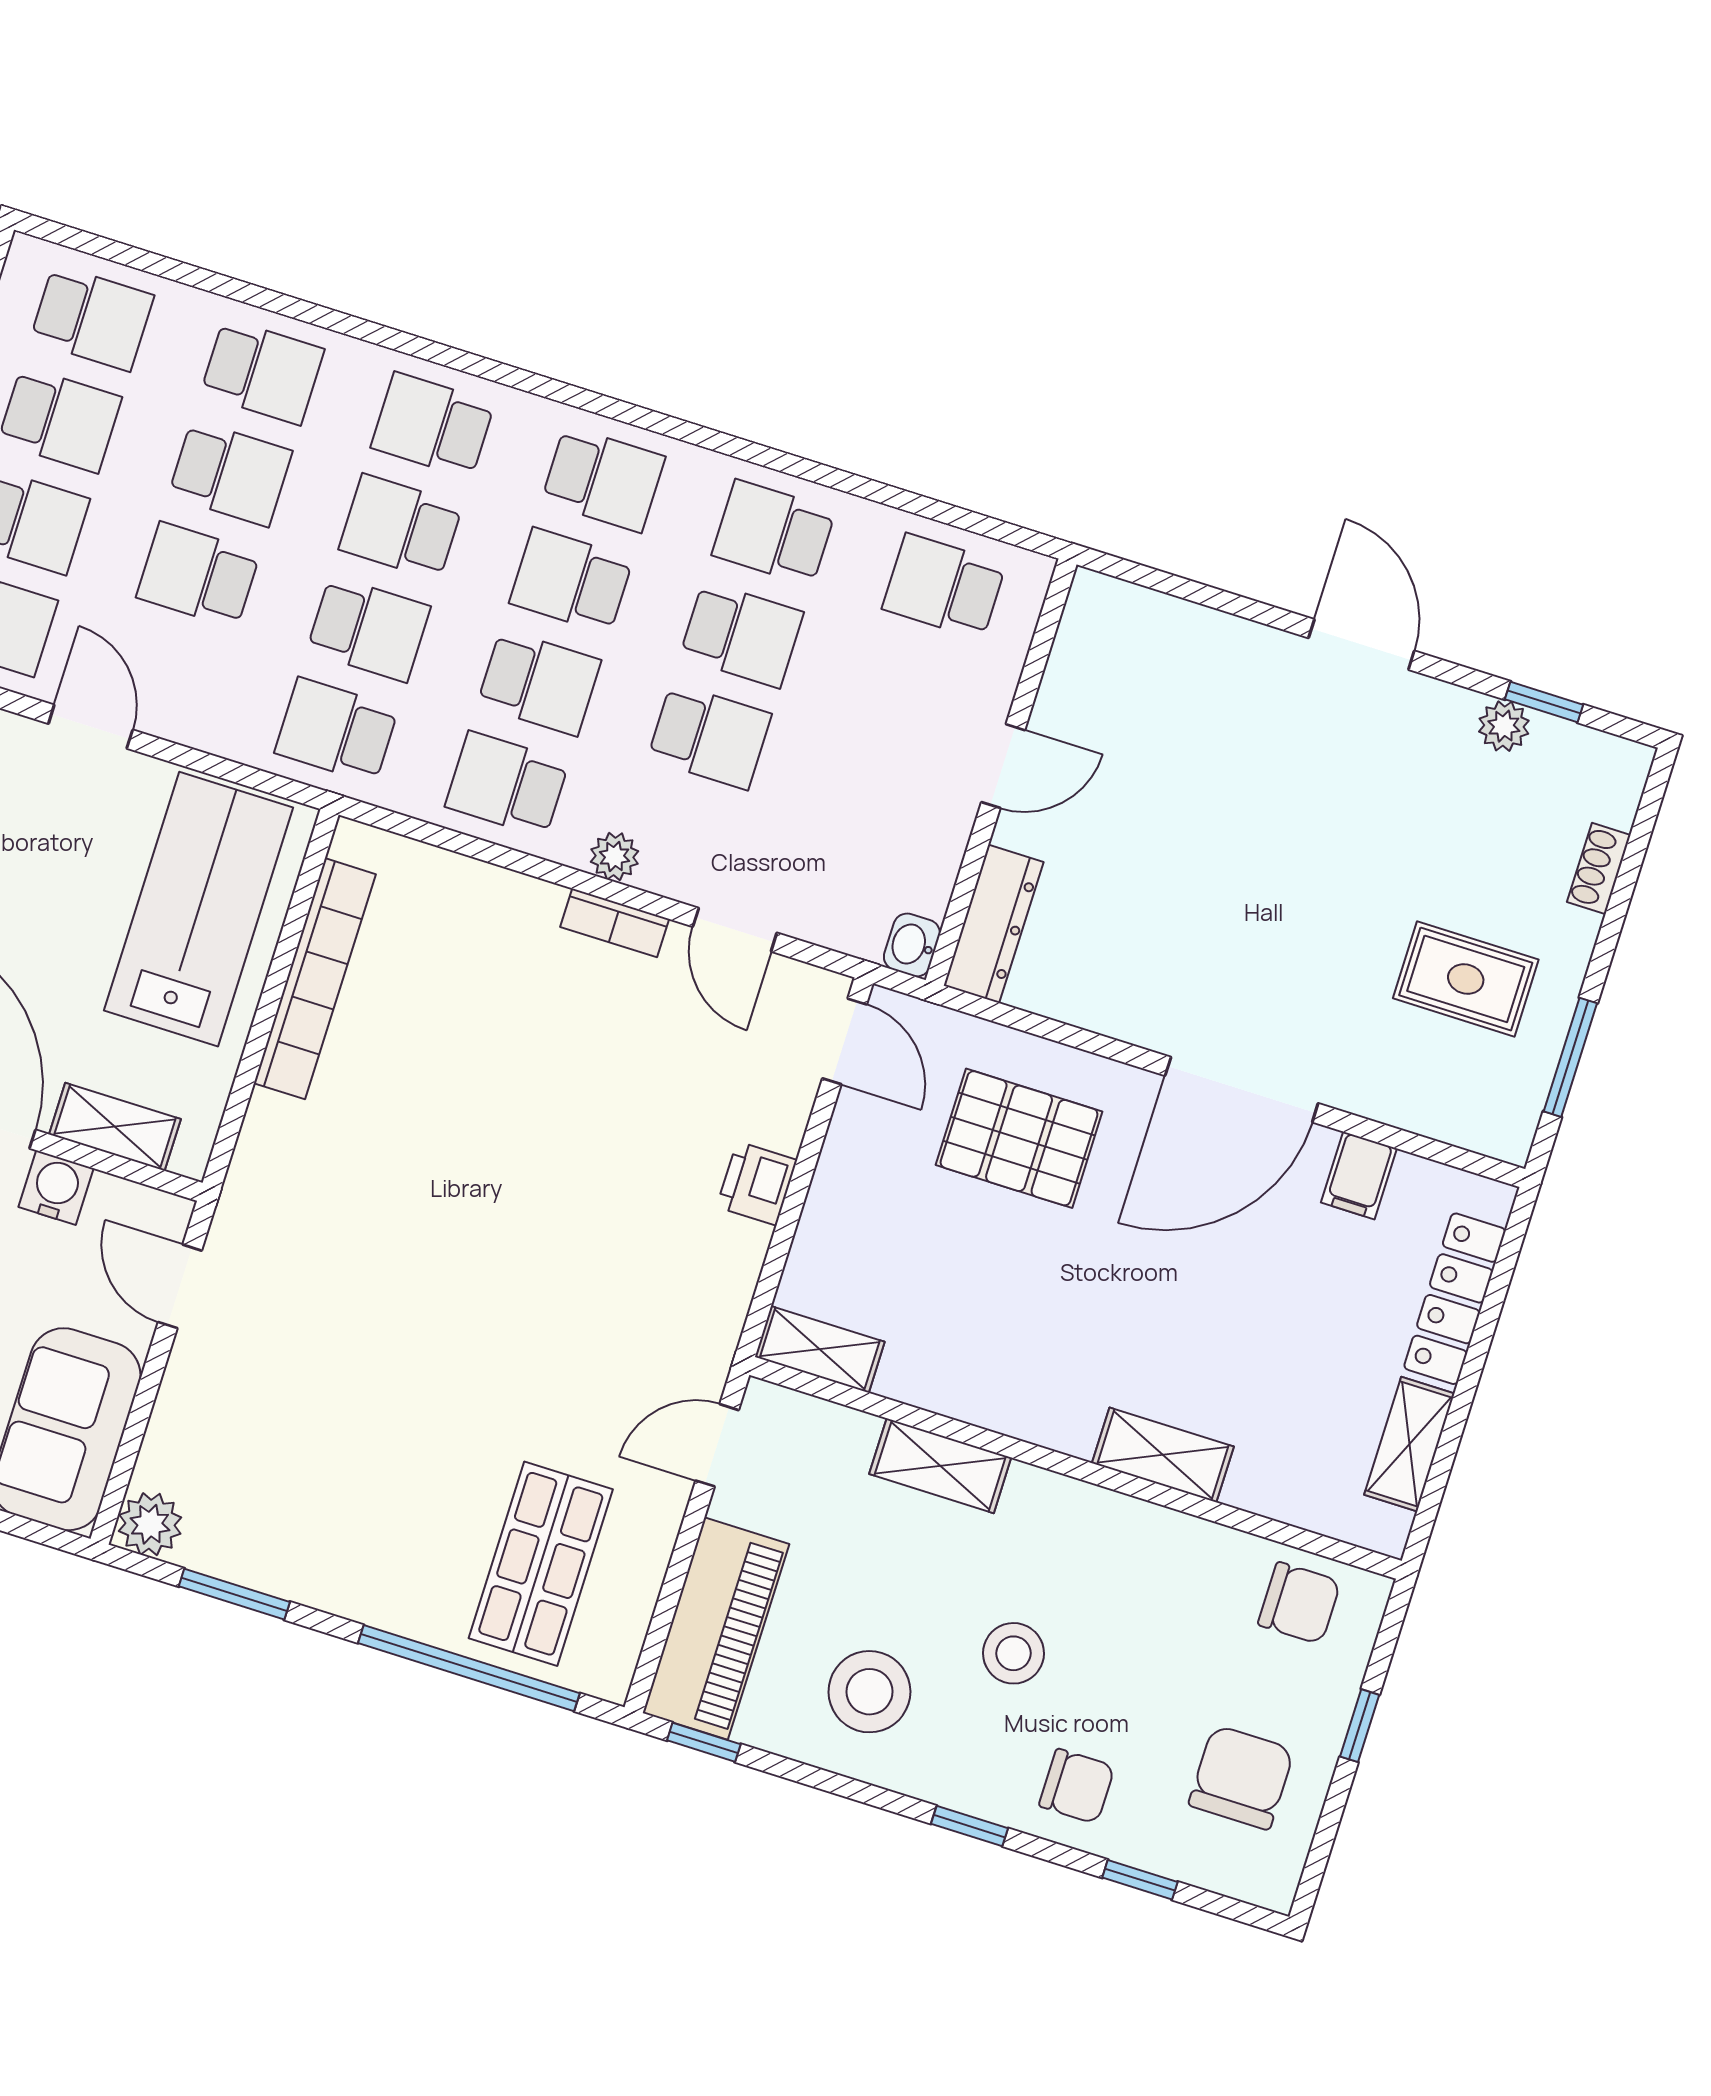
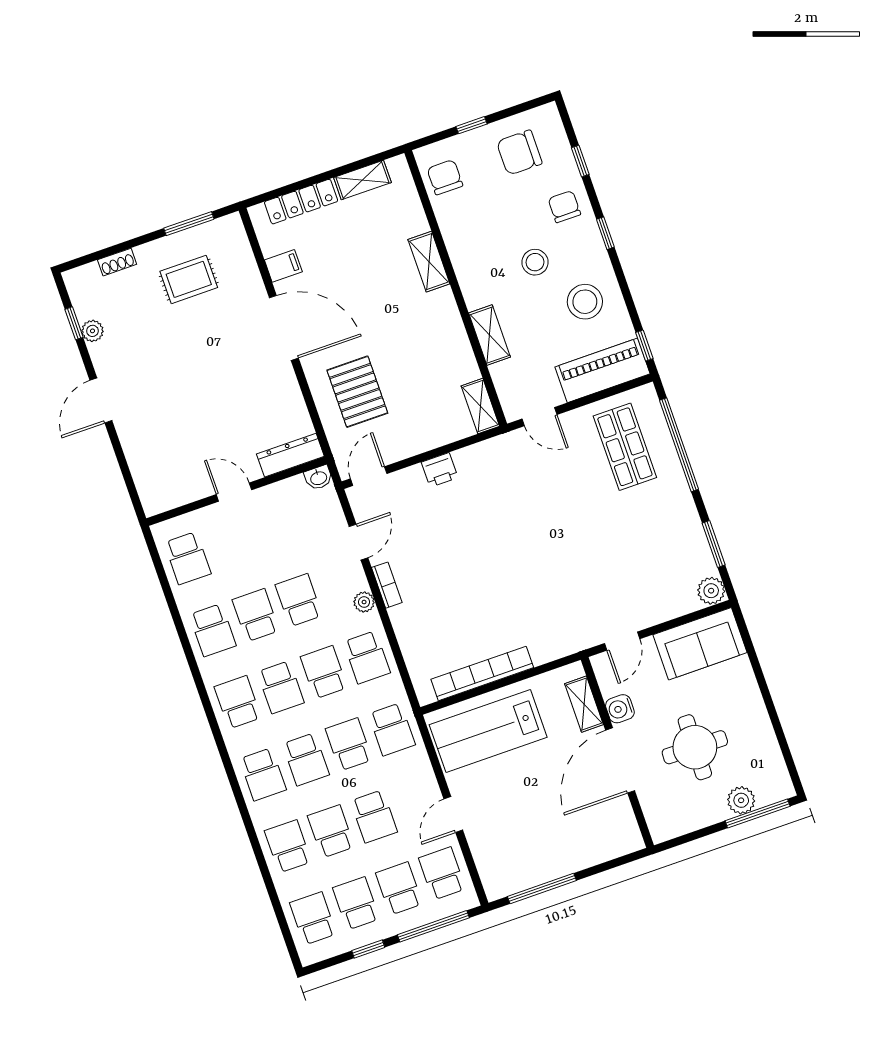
rug: (1466, 979) -> (189, 279), turned 90
shop shelf: (541, 1564) -> (625, 447), turned 90

